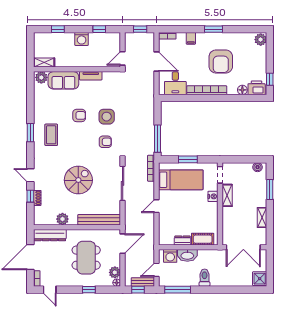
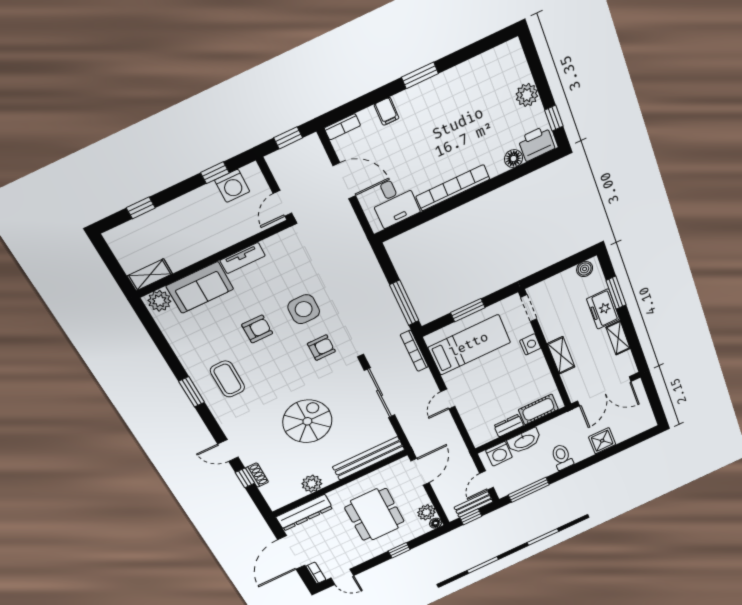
washing machine: (82, 39) -> (232, 186), moved
plant: (261, 40) -> (527, 95), moved
armchair: (221, 62) -> (457, 128), removed
shelving: (227, 195) -> (561, 355), moved
freezer: (260, 196) -> (603, 309), added
shower: (260, 279) -> (602, 441), moved

